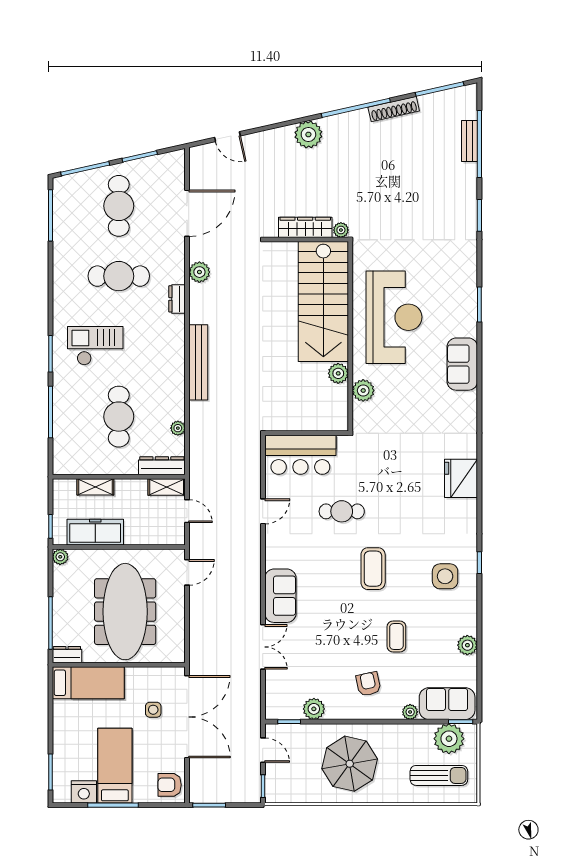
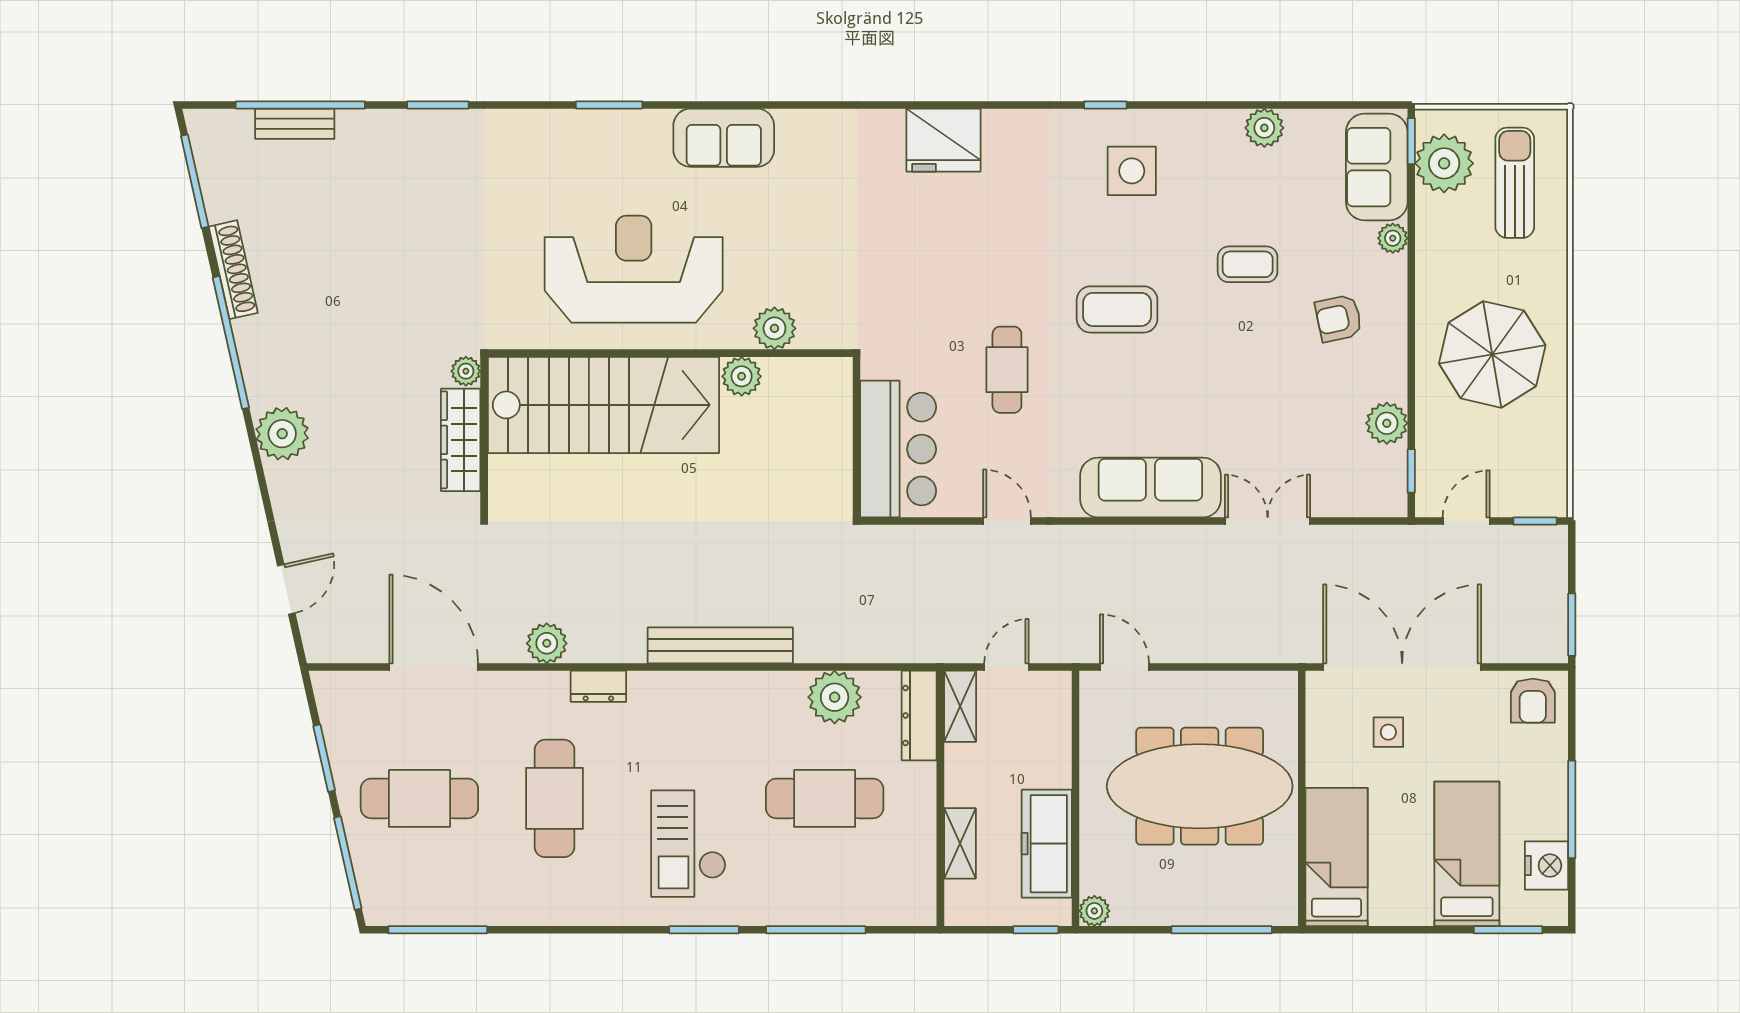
plant: (178, 428) -> (835, 697), width x1.88, depth x1.88
sofa: (280, 596) -> (1150, 487), width x1.36
dresser: (67, 655) -> (1282, 898), removed
bed: (115, 766) -> (1467, 854), moved, turned 90

